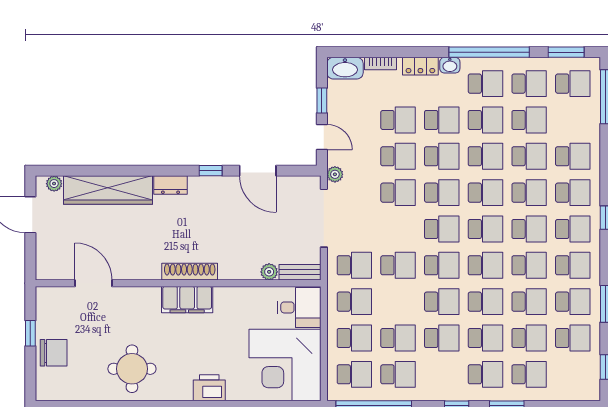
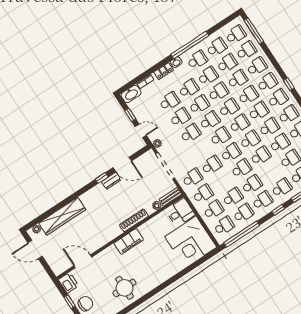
window: (566, 52) -> (224, 23), removed
school desk: (573, 120) -> (246, 51), added
dresser: (171, 185) -> (111, 181), moved
shoe rack: (190, 272) -> (134, 220), moved
school desk: (485, 338) -> (262, 201), moved
printer: (209, 388) -> (69, 283), moved, turned 90

